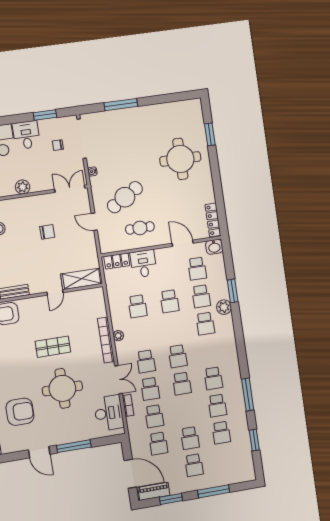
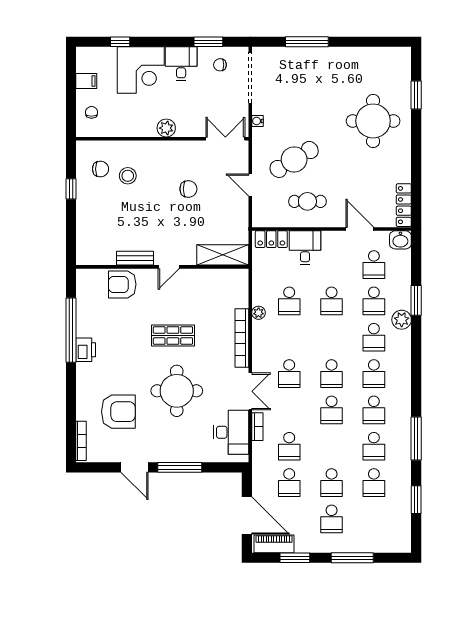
chair: (58, 145) -> (220, 65), moved
door: (55, 292) -> (169, 267), moved
plant: (118, 336) -> (259, 313), moved
school desk: (150, 389) -> (374, 374), moved

